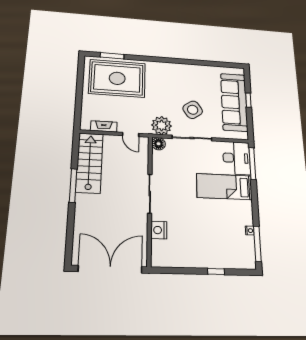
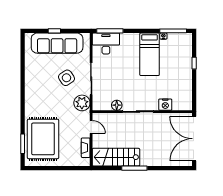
door: (131, 135) -> (91, 127), hinge flipped
floor lamp: (159, 144) -> (117, 105), moved
bed: (224, 187) -> (150, 54), moved

